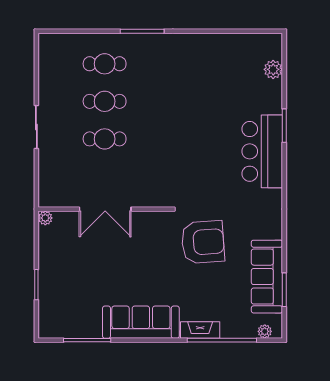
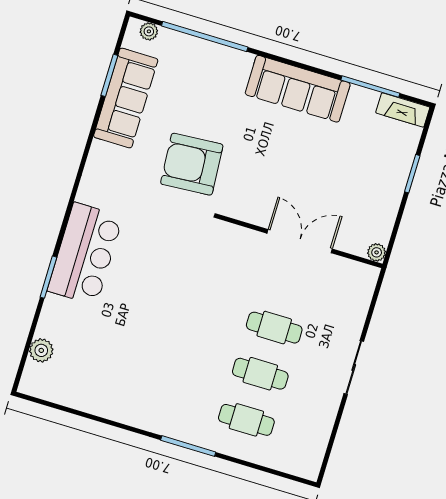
fireplace: (200, 330) -> (403, 110), moved

